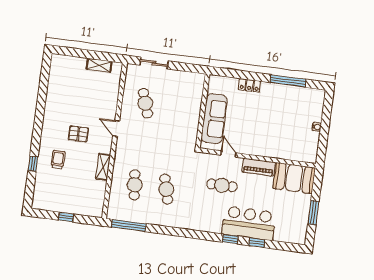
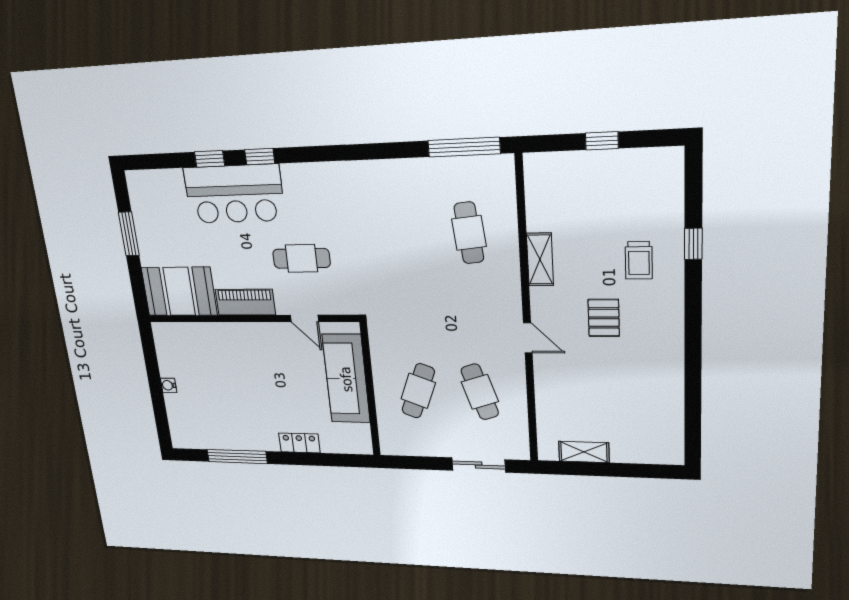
pallet: (78, 134) -> (604, 318), turned 90
cafe table: (166, 189) -> (418, 391), moved, turned 36

